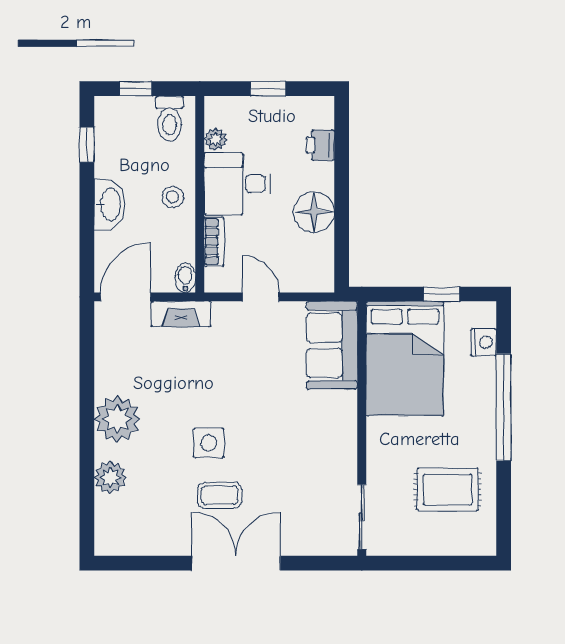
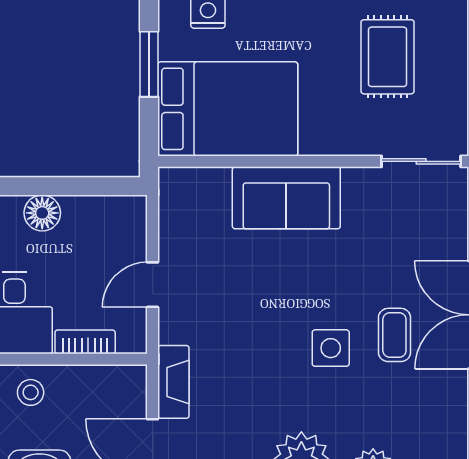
floor lamp: (314, 212) -> (42, 213), width x0.73, depth x0.73
bidet: (185, 278) -> (129, 377), removed
window: (441, 294) -> (149, 64), width x1.50
sofa: (332, 345) -> (286, 198), moved

